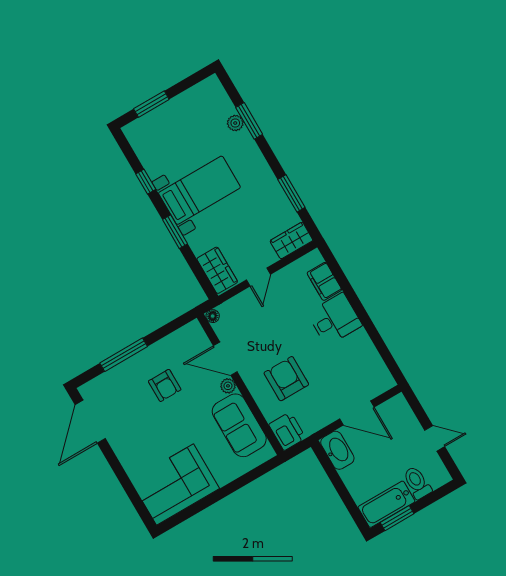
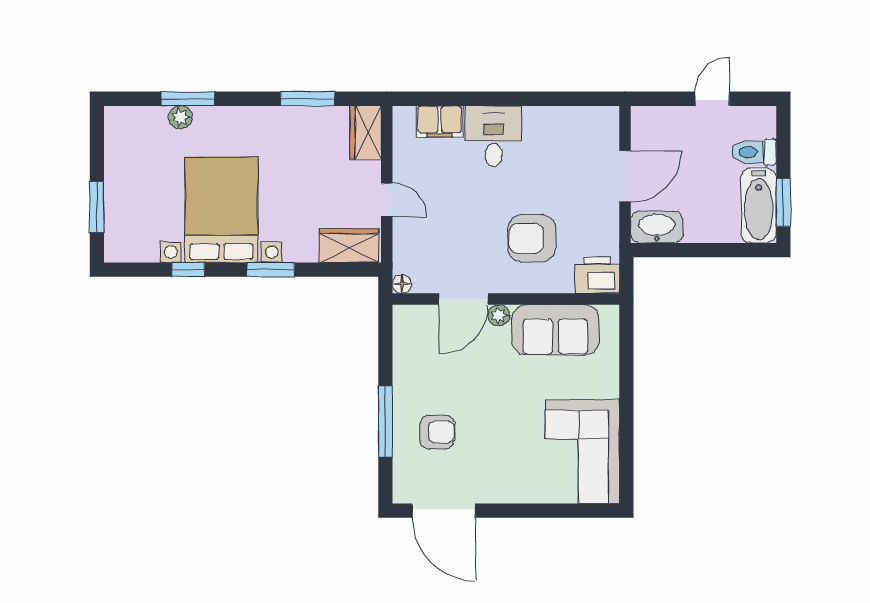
bed with nightstands: (199, 190) -> (221, 210), width x1.36
armchair: (165, 385) -> (437, 432), moved

